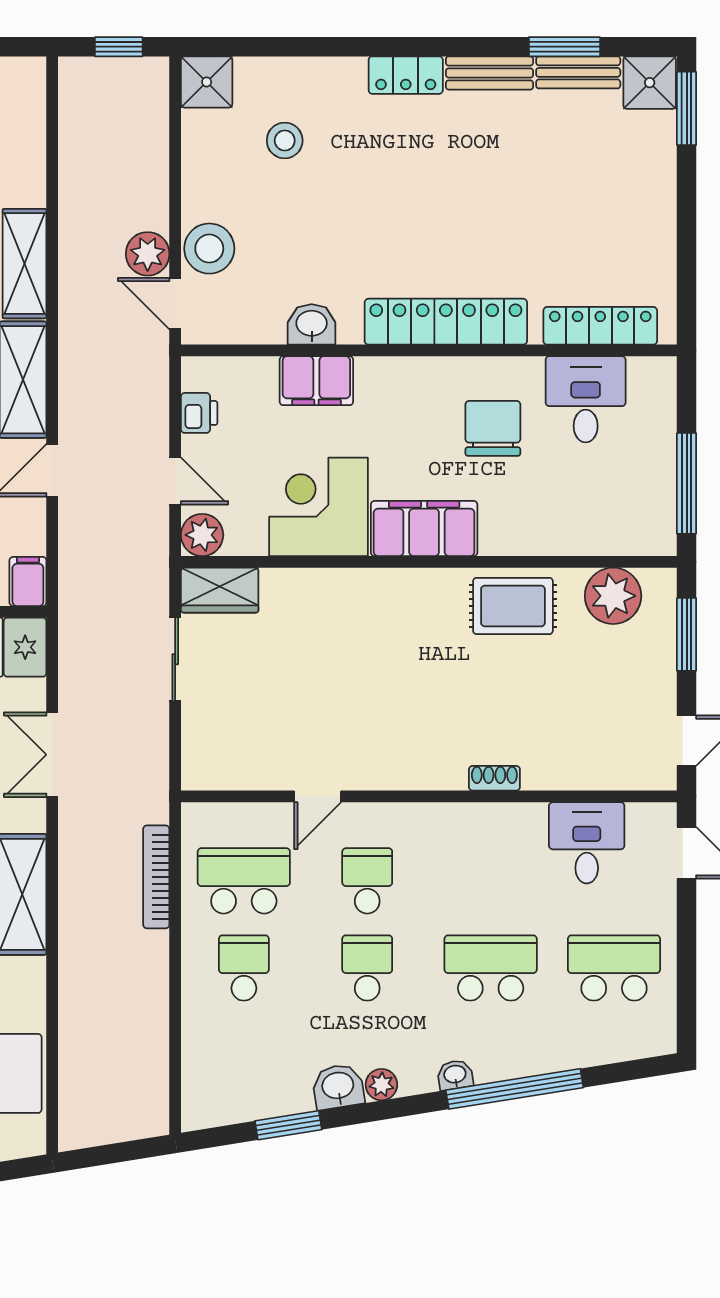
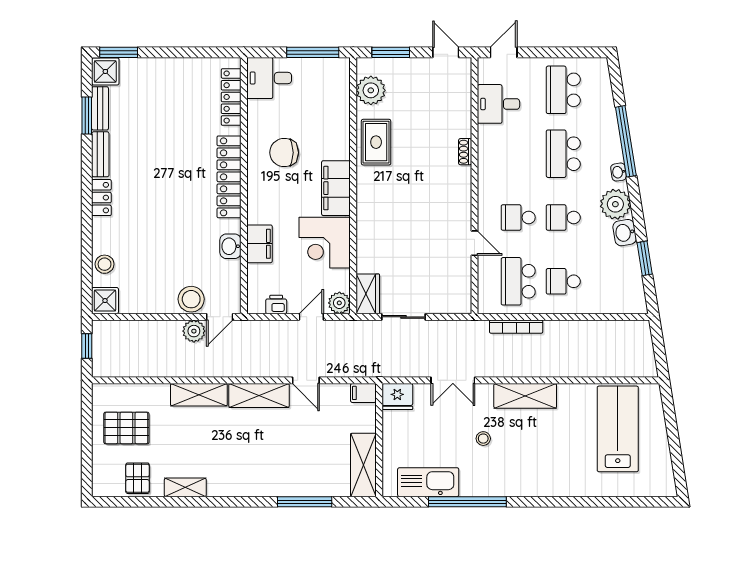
stool: (285, 140) -> (105, 264), moved
desk: (586, 399) -> (269, 78), moved
plant: (381, 1085) -> (615, 204), width x1.87, depth x1.87

